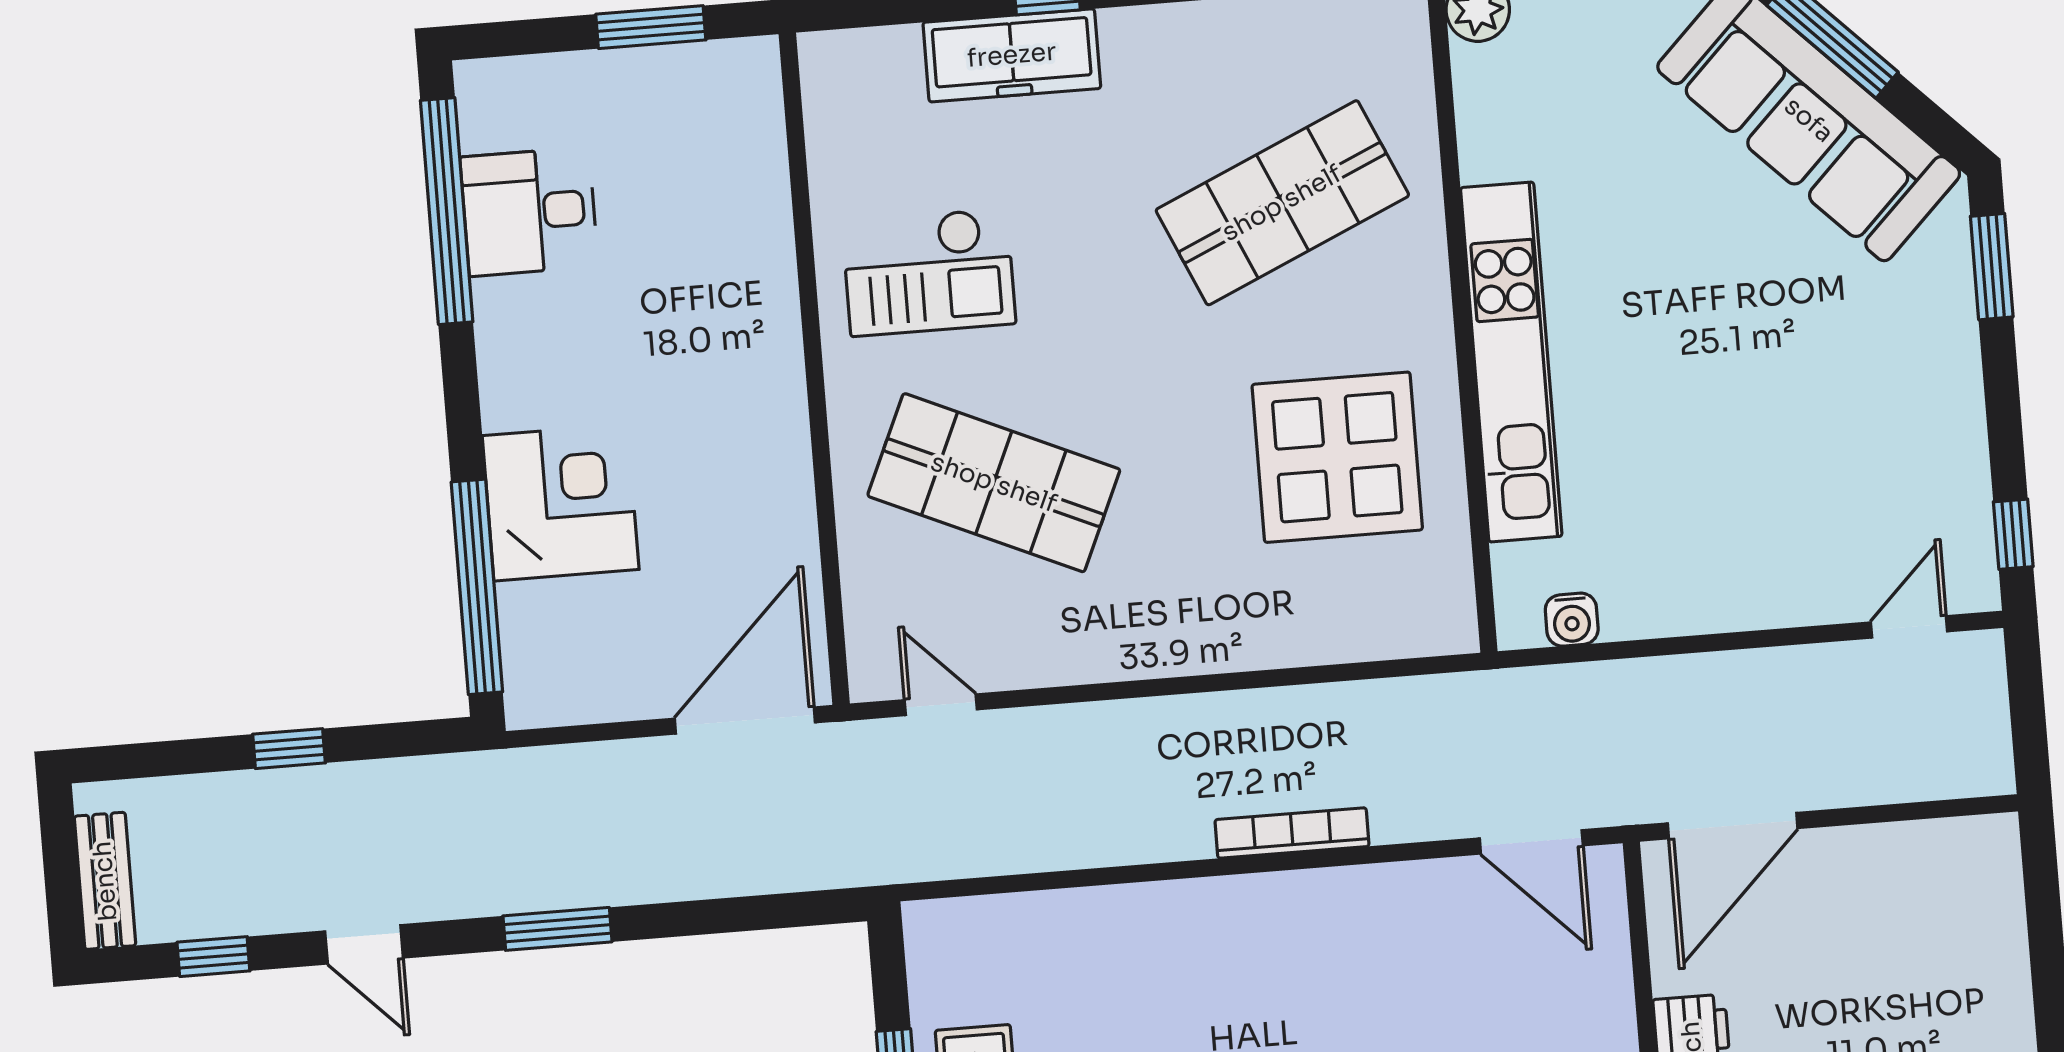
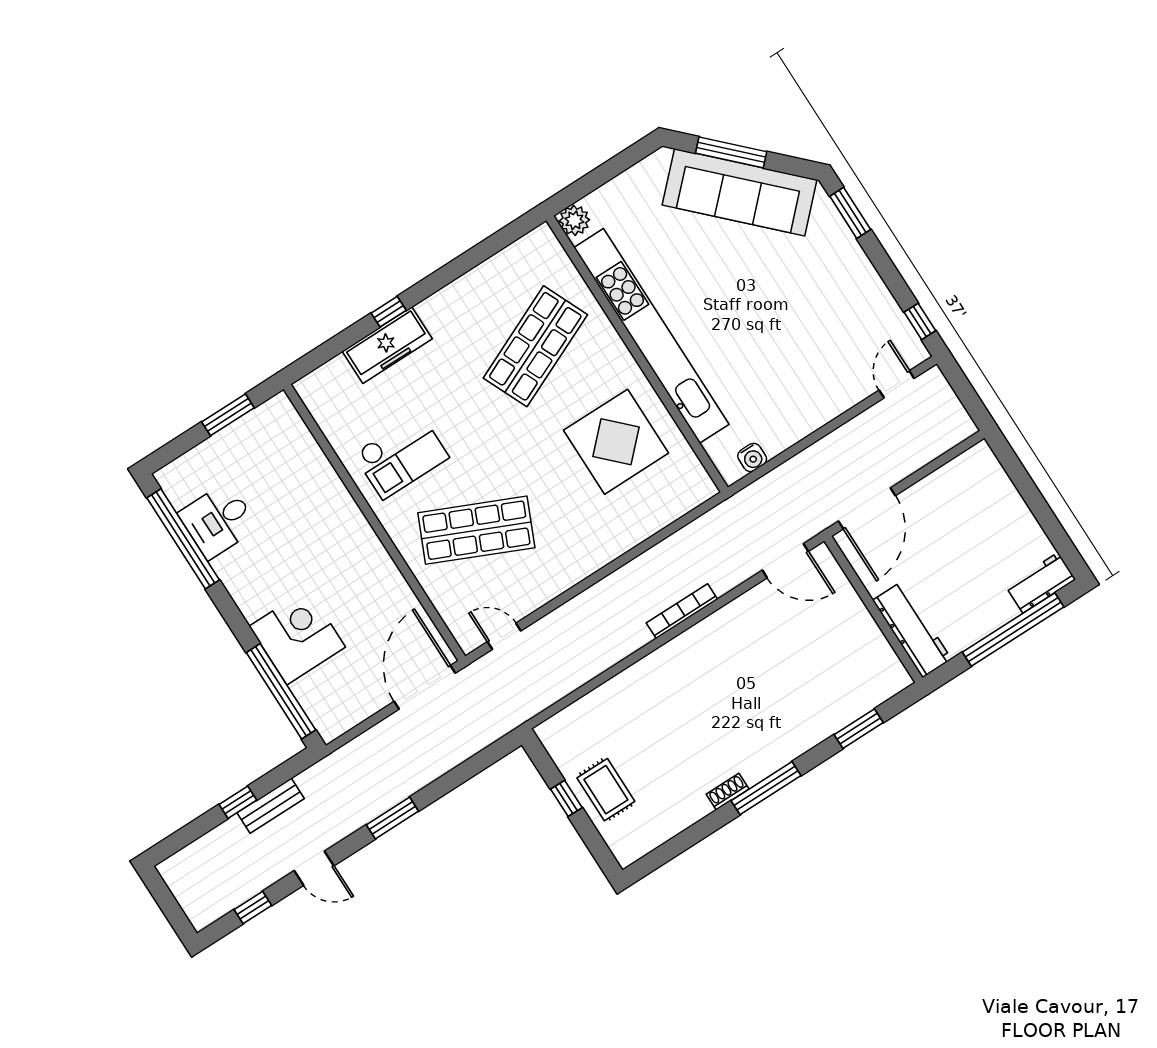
kitchen unit: (1511, 362) -> (651, 336), width x1.36
bench: (105, 881) -> (271, 806), moved, turned 90

